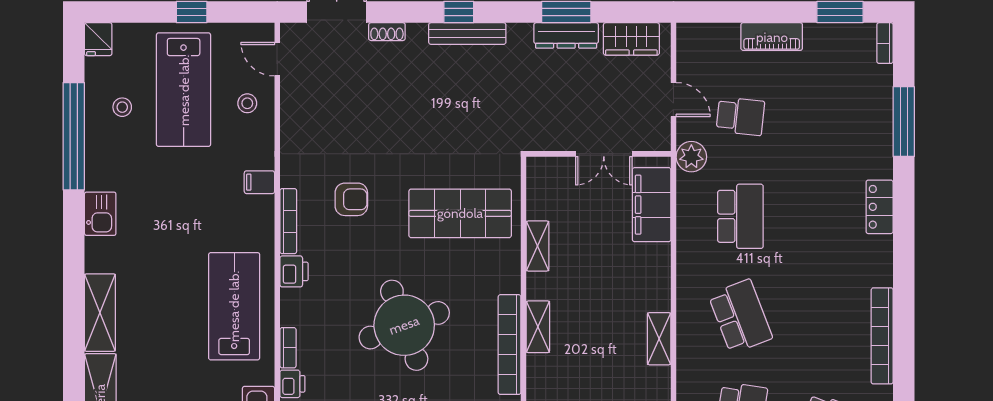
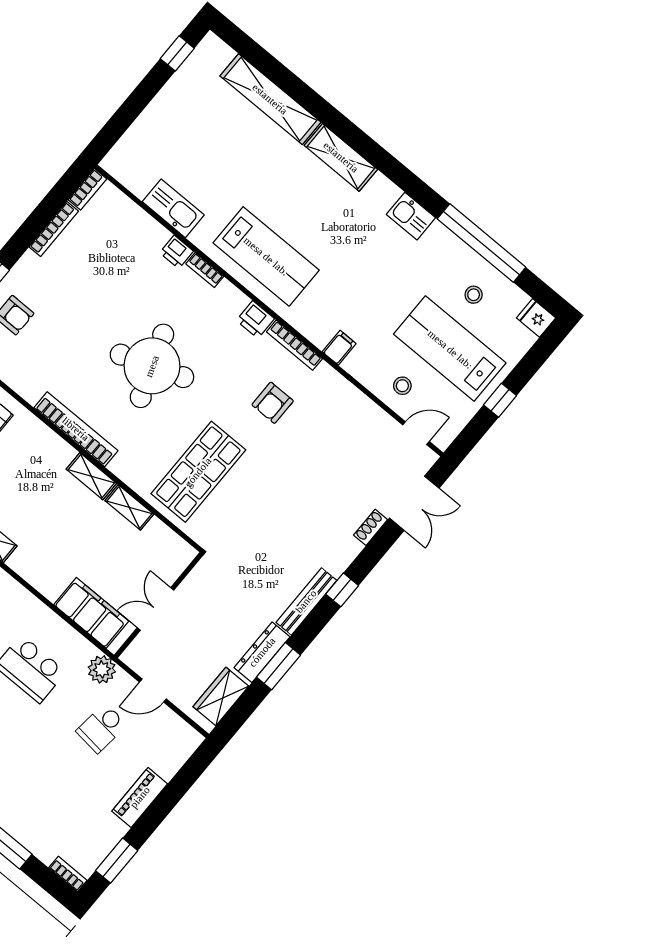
bench: (467, 34) -> (306, 601), moved
shelving: (538, 327) -> (91, 476), moved

